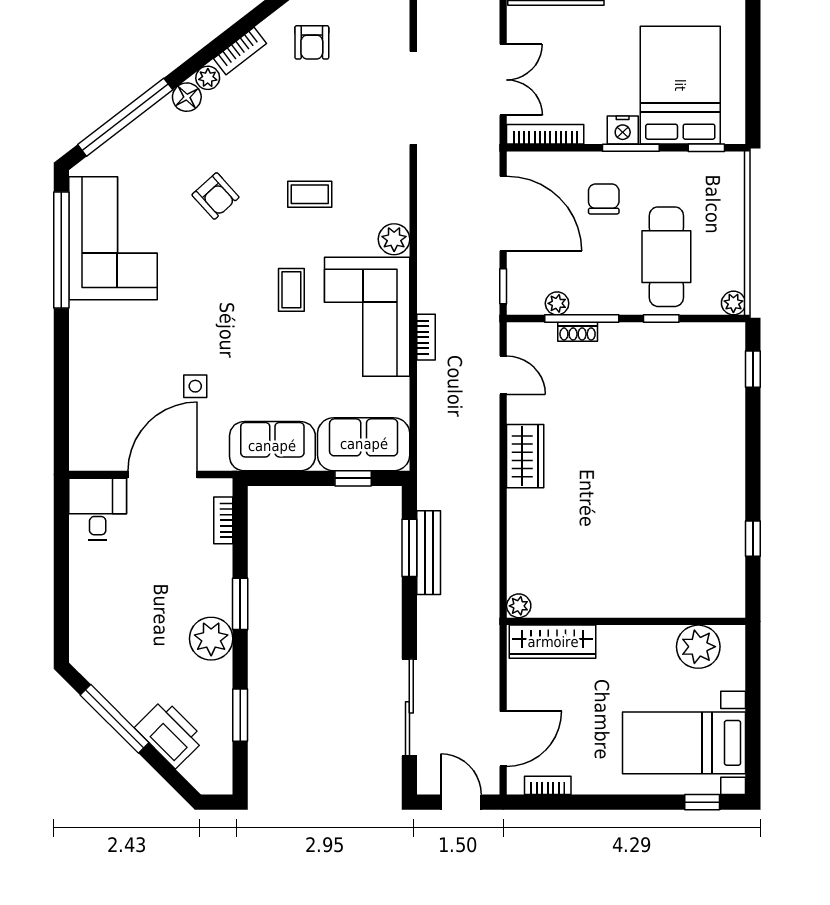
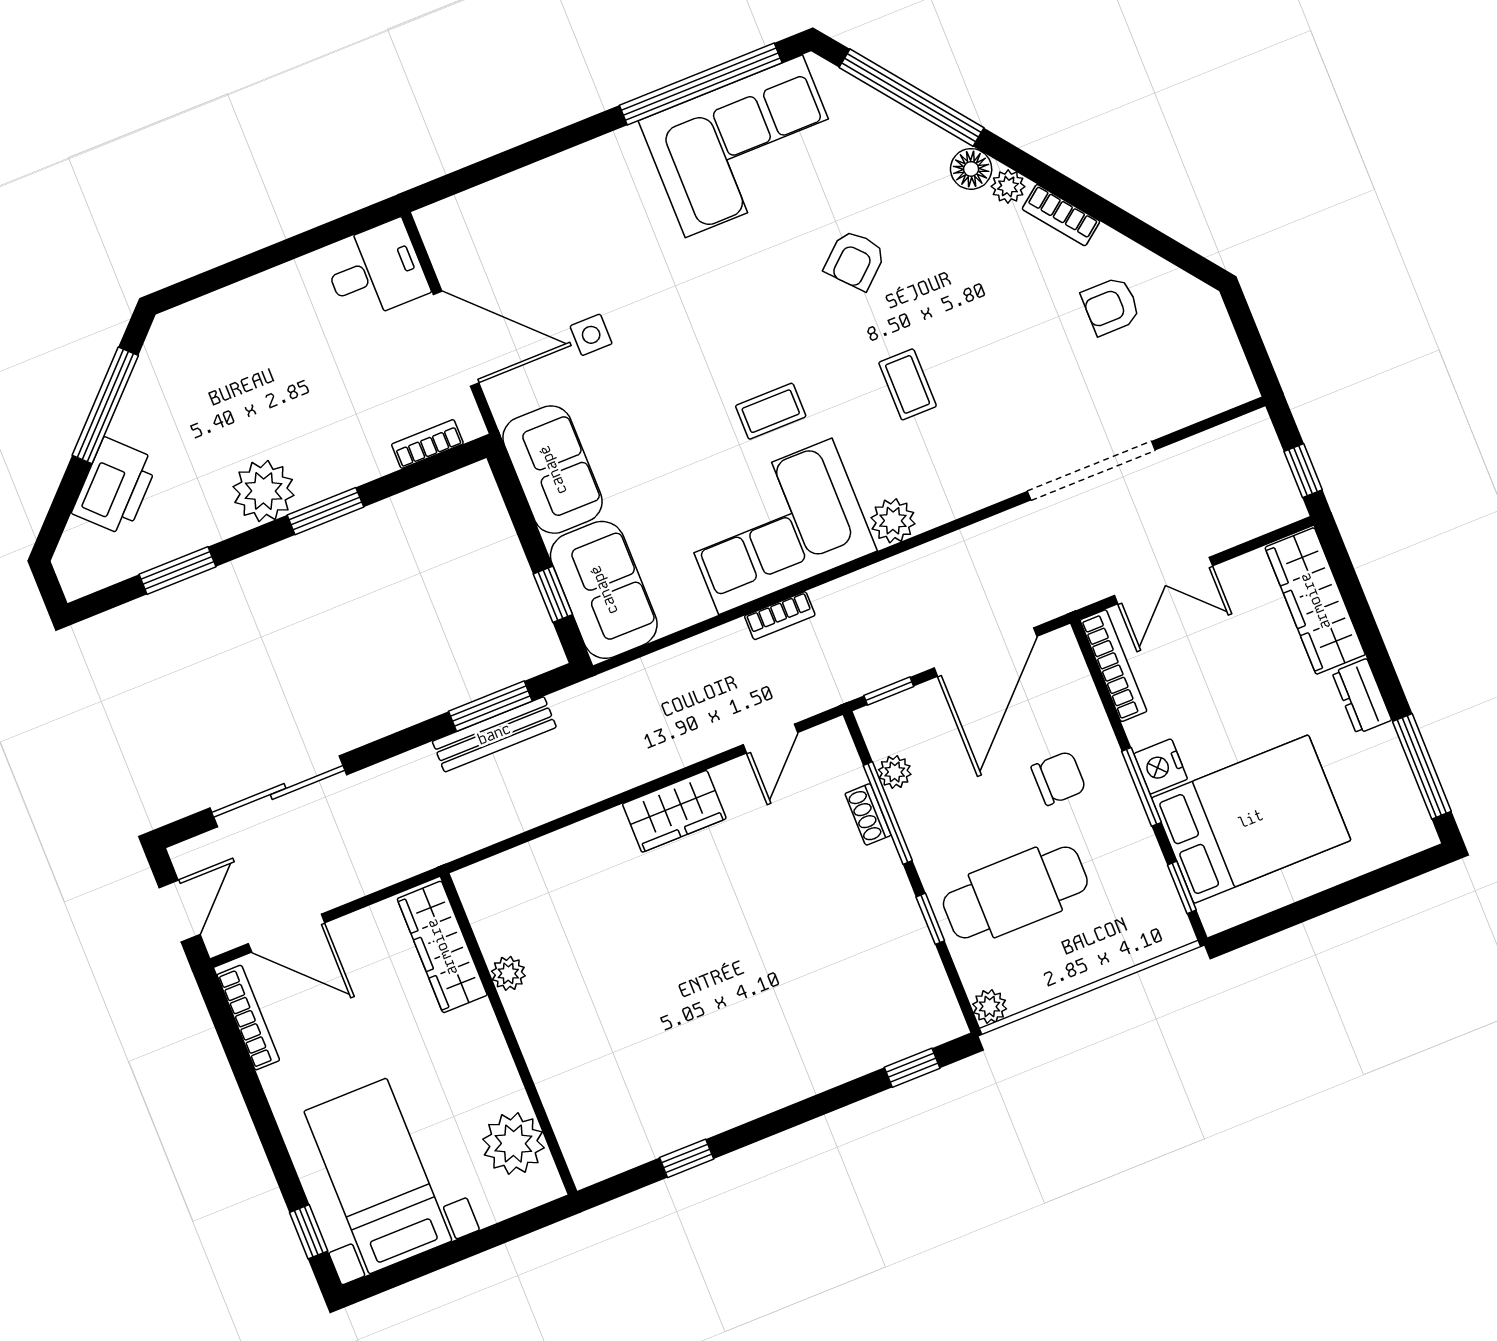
plant: (519, 606) -> (508, 973), moved
bookcase: (548, 785) -> (248, 1018), width x1.56

